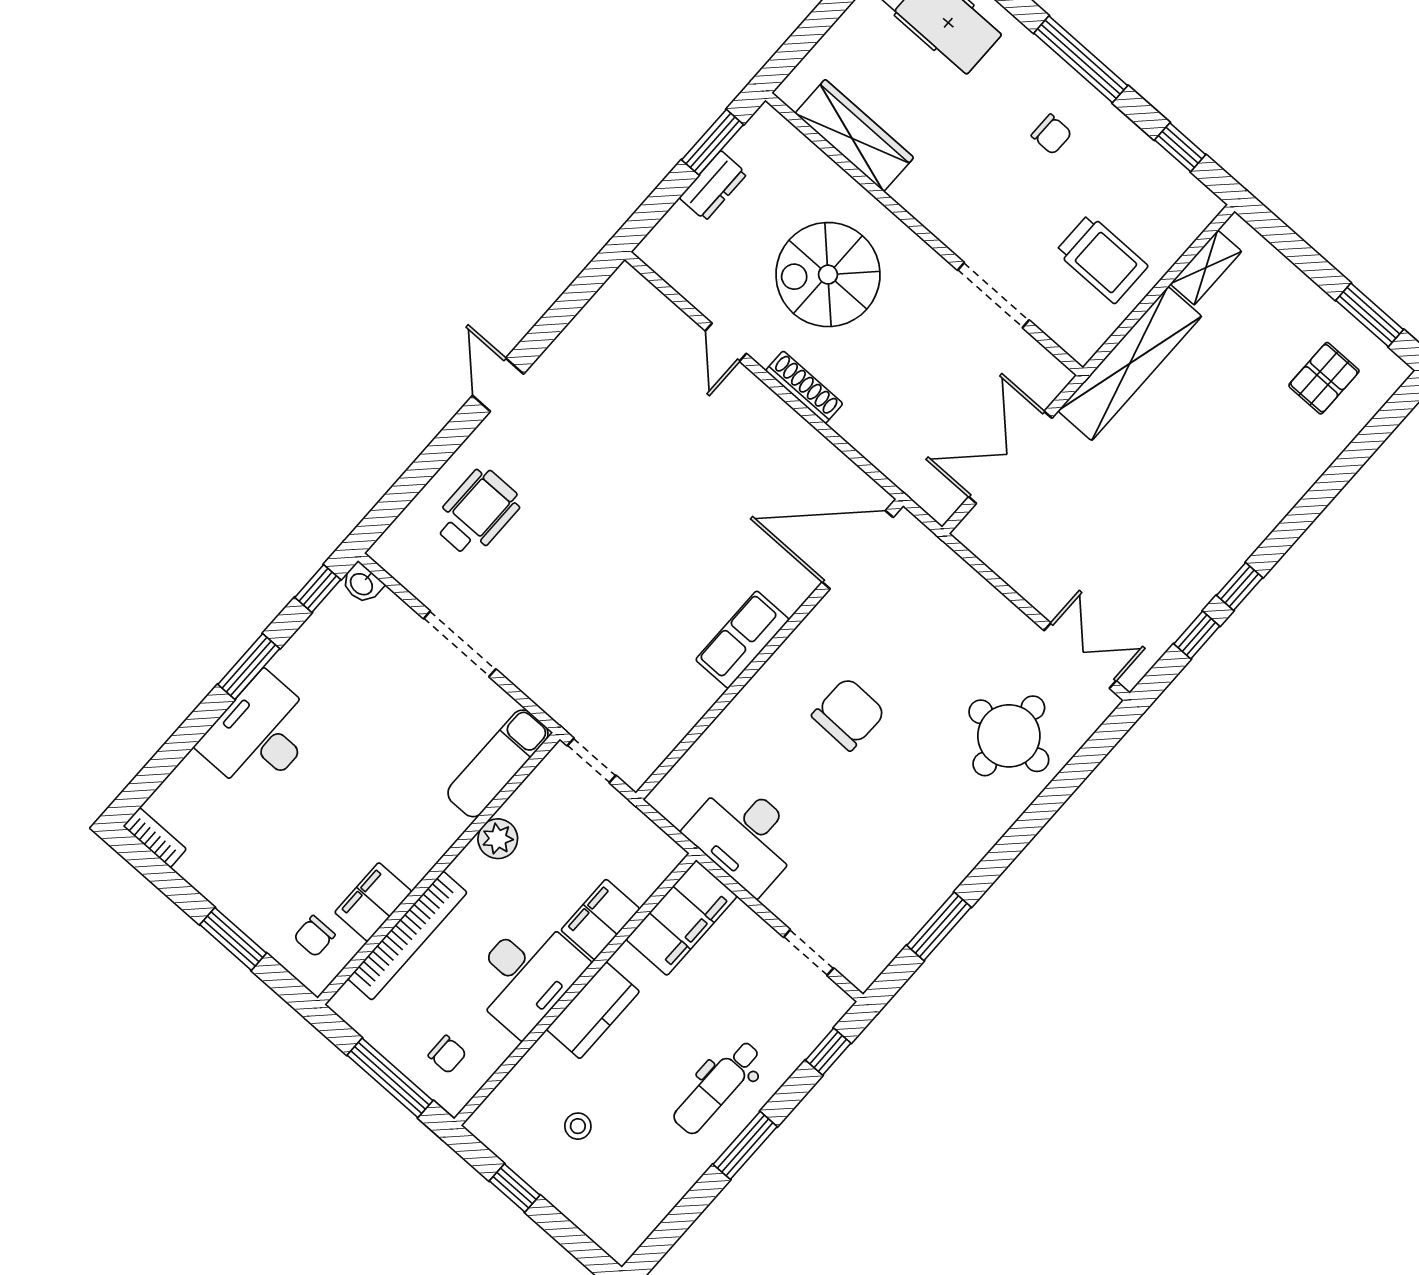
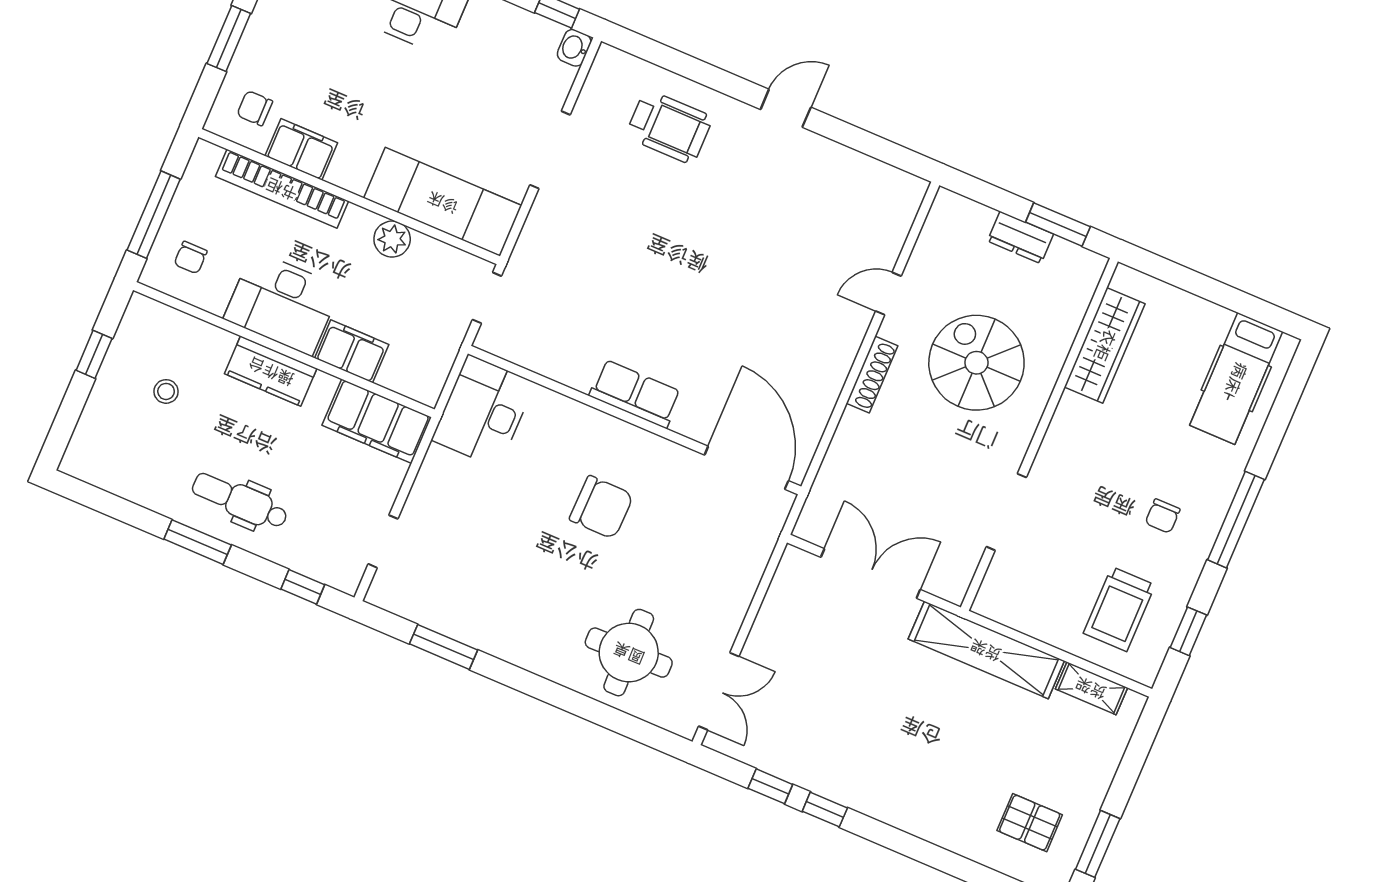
trolley: (1102, 259) -> (1119, 609), moved
exam couch: (498, 763) -> (443, 202), width x1.36, depth x1.45
desk: (745, 836) -> (483, 411), moved

